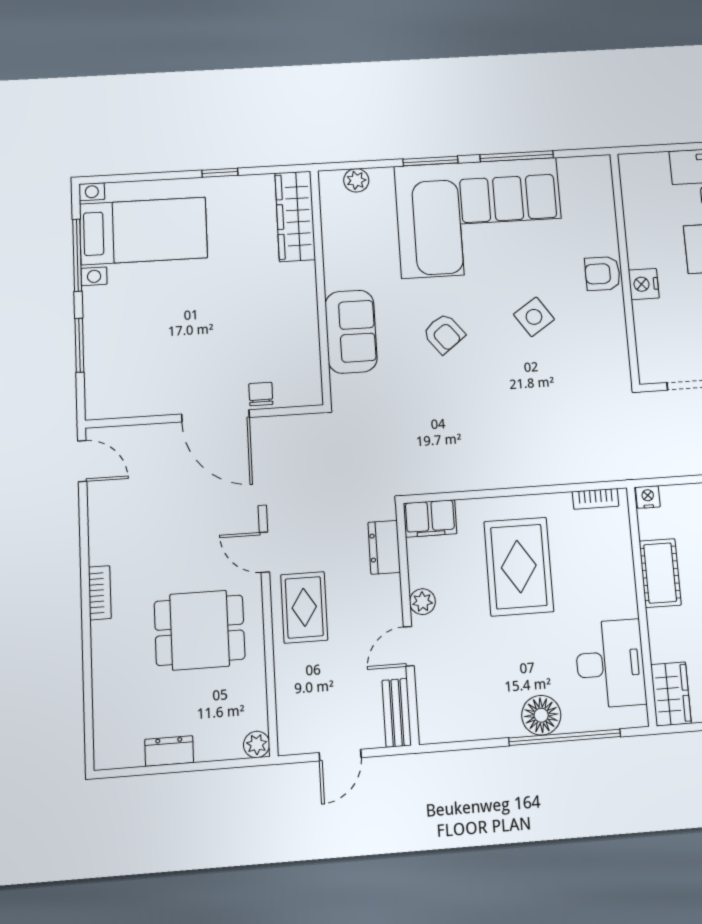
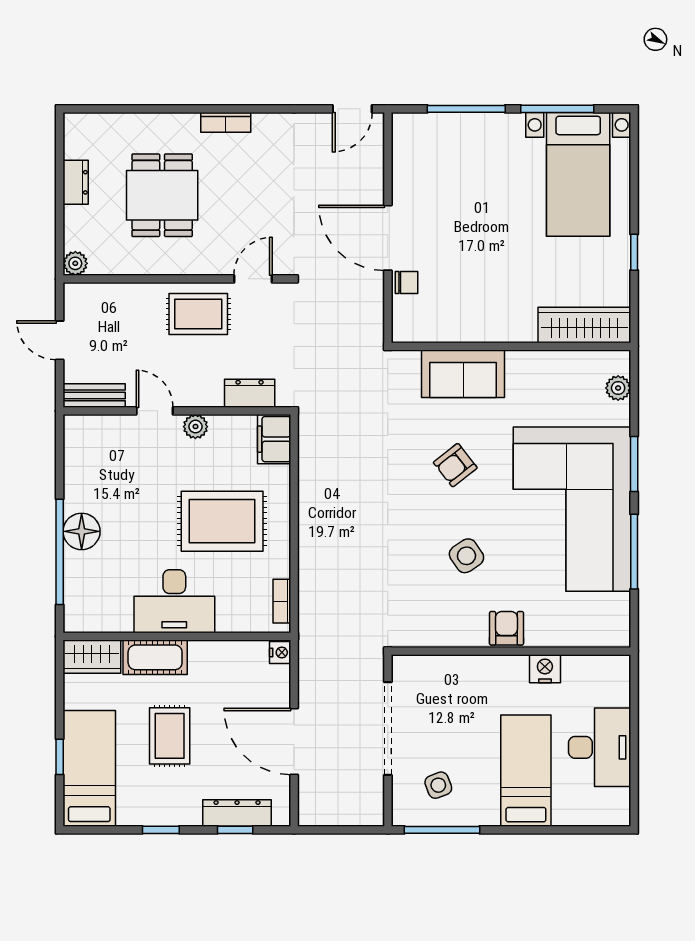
nightstand: (644, 284) -> (545, 669), moved
window: (79, 345) -> (466, 109), width x1.44
door: (215, 416) -> (388, 238), hinge flipped
cot: (660, 573) -> (155, 657), moved
dining table: (200, 630) -> (162, 195), moved
desk: (610, 664) -> (174, 601), moved

